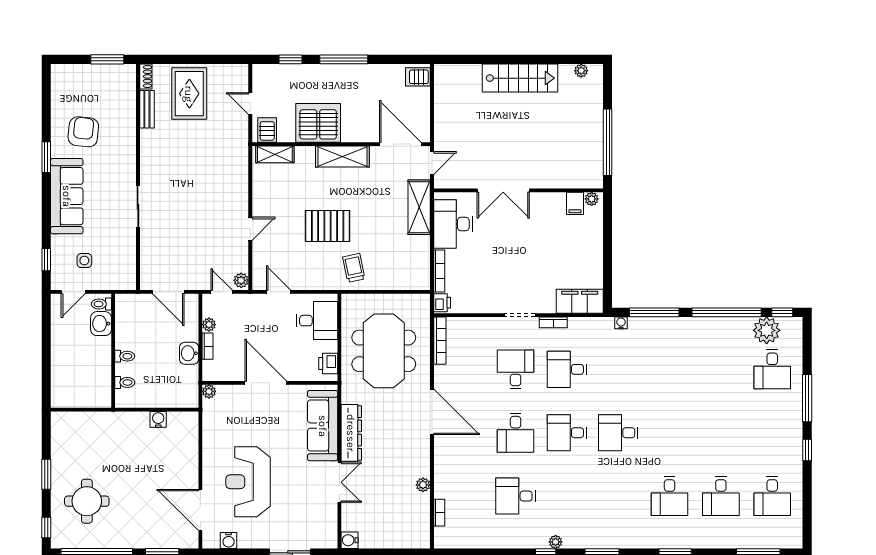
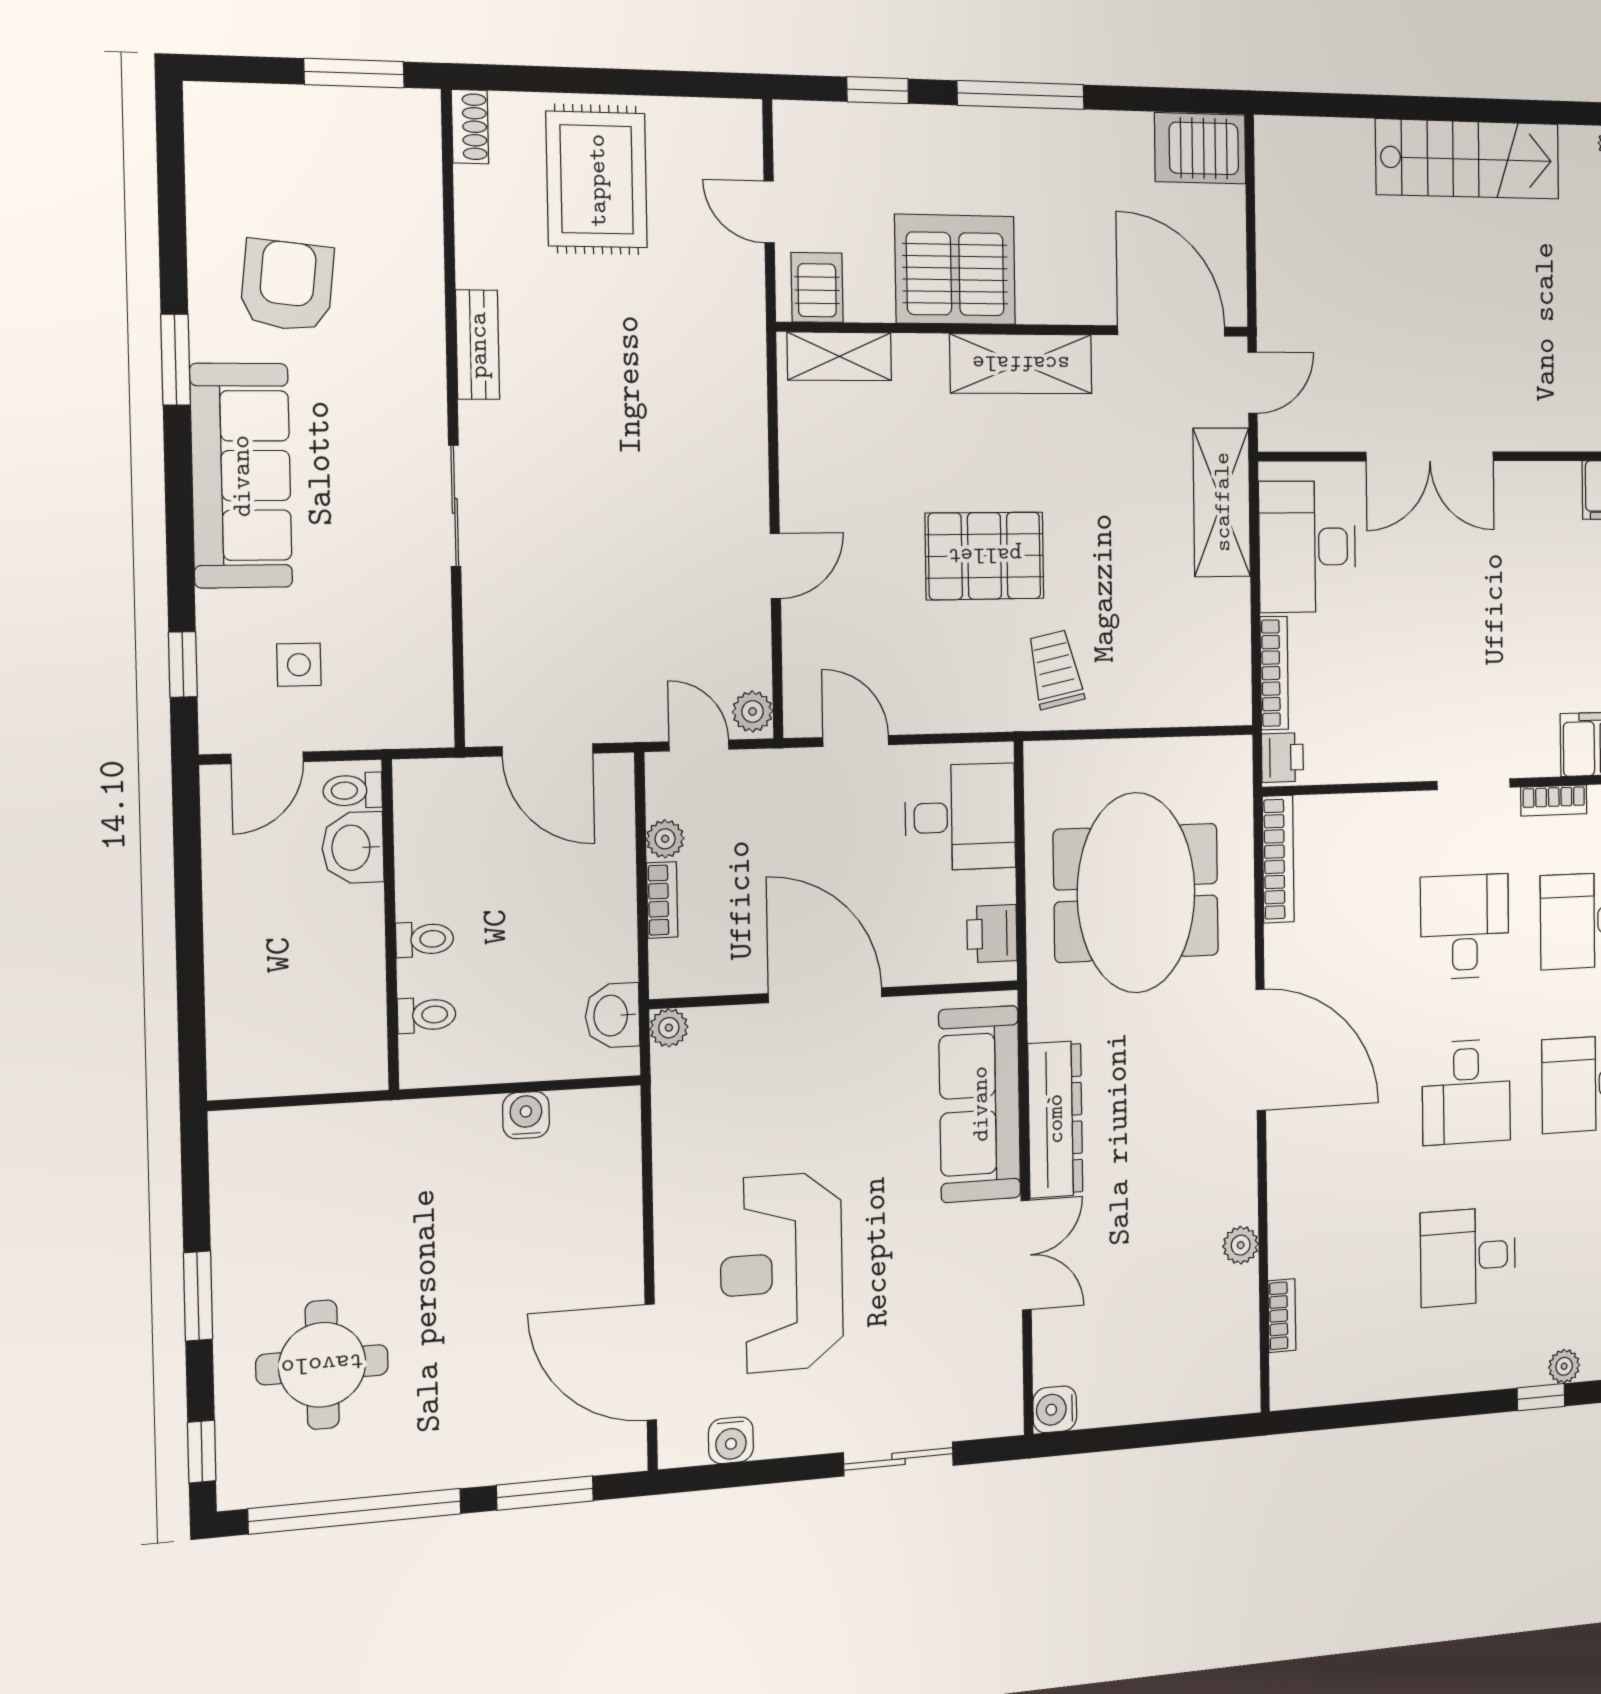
server rack: (418, 77) -> (1200, 148), width x1.36, depth x1.44
bench: (147, 109) -> (478, 345), moved
washbasin: (189, 353) -> (612, 1016), moved

